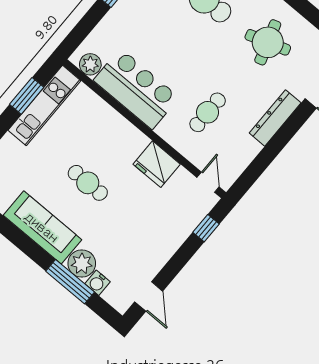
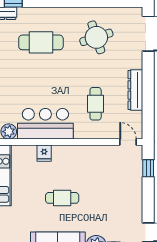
dresser: (275, 118) -> (135, 90), moved
fridge: (157, 164) -> (44, 153), moved, width x0.53, depth x0.75

